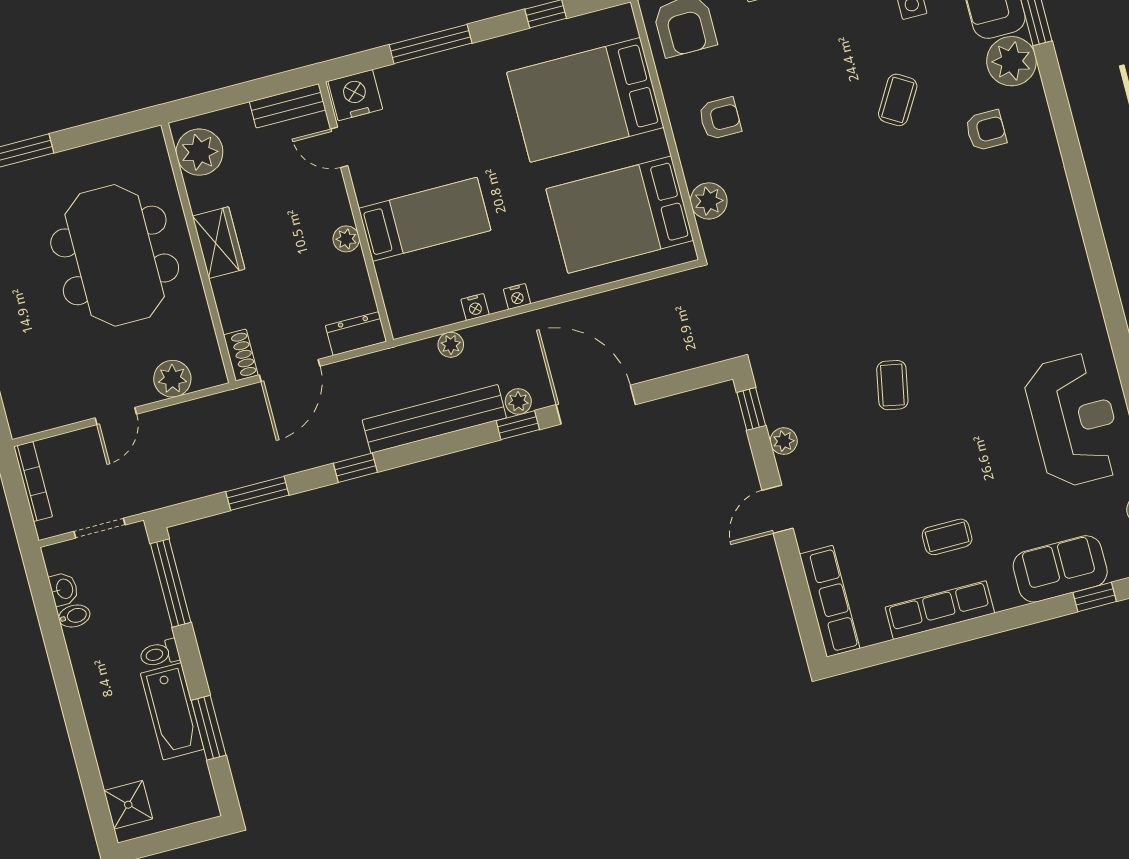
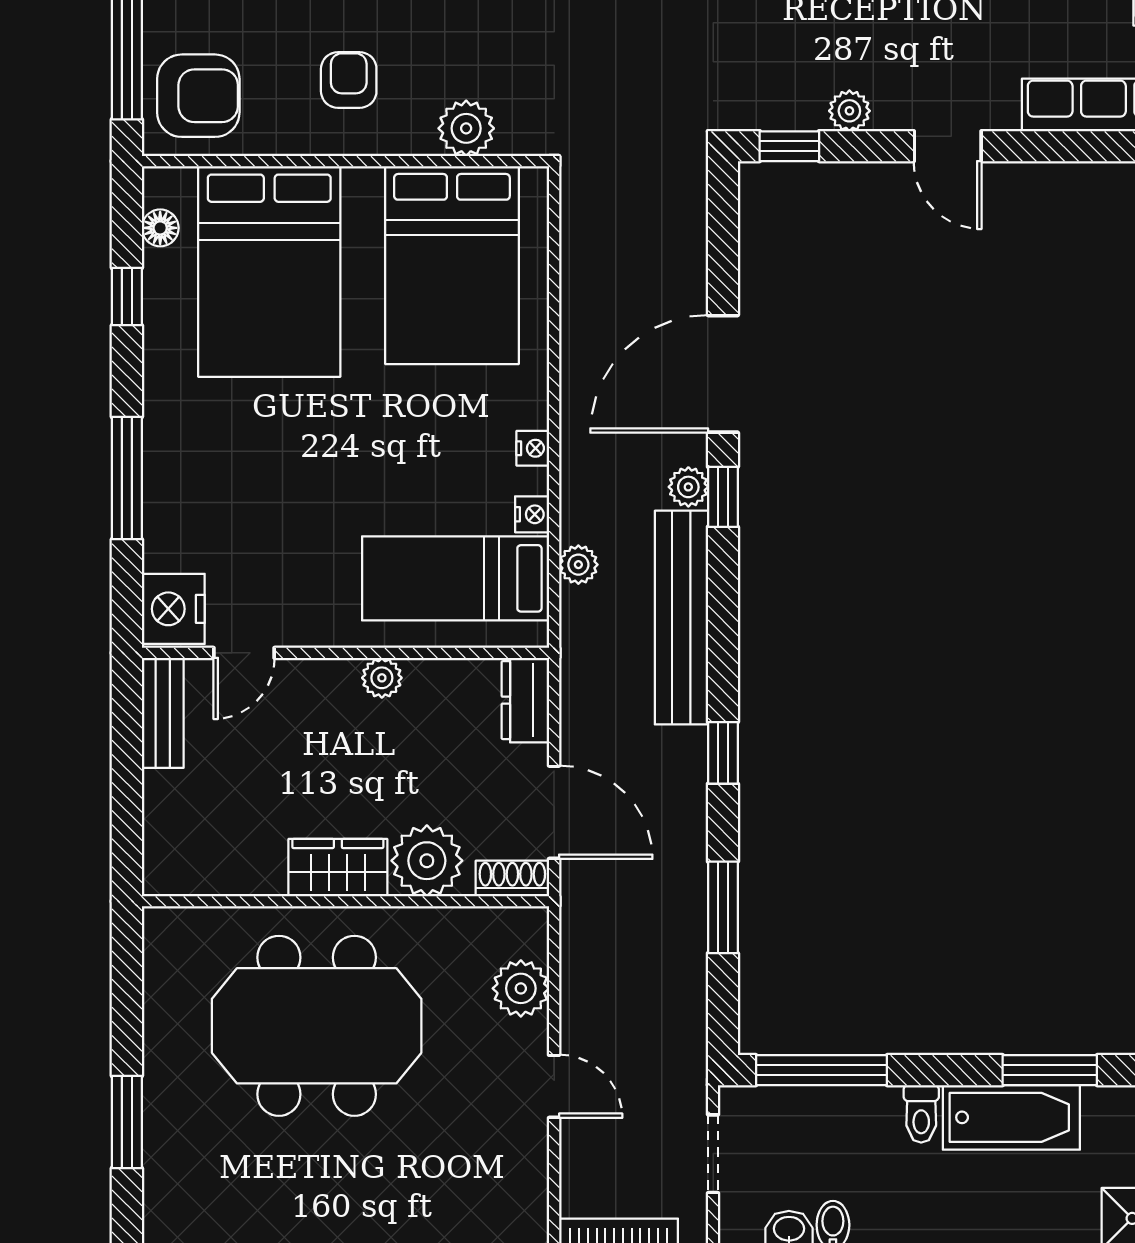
floor lamp: (595, 23) -> (160, 228), added
plant: (199, 152) -> (427, 861), moved
bed: (425, 219) -> (456, 578), moved, turned -90

